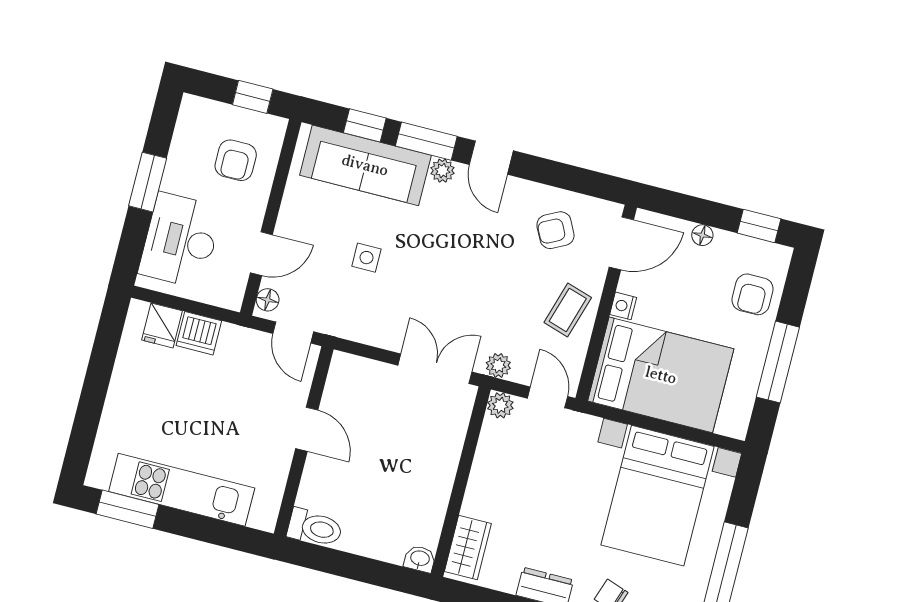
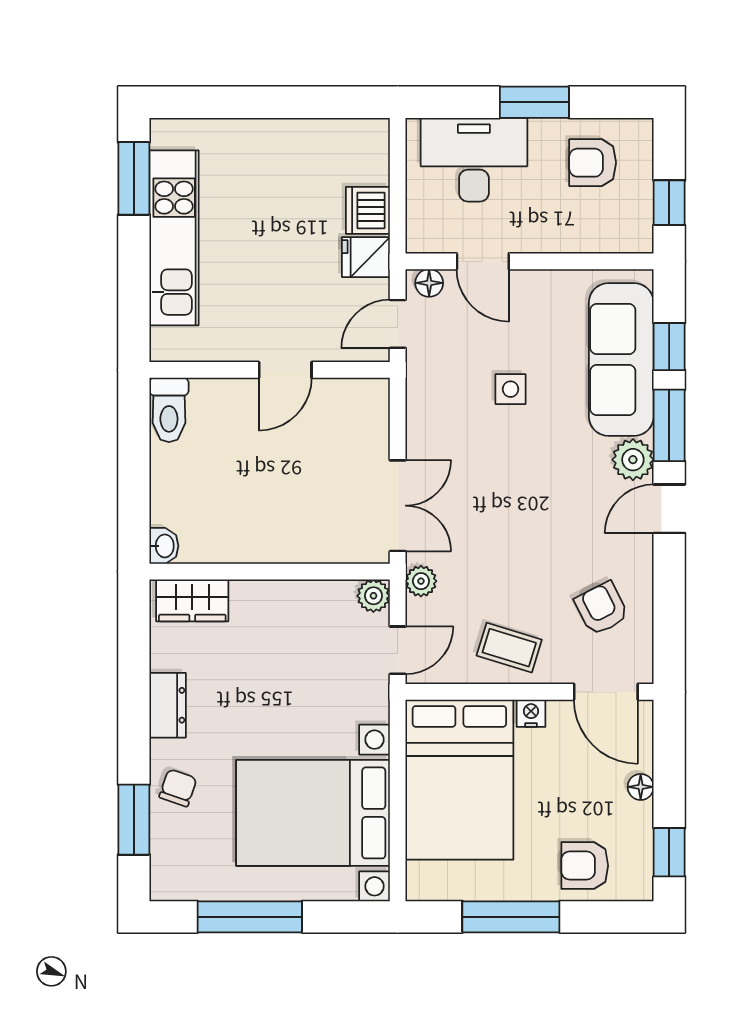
armchair: (236, 160) -> (593, 163), moved
plant: (442, 171) -> (633, 460), width x1.38, depth x1.38
fridge: (162, 325) -> (366, 257), moved

